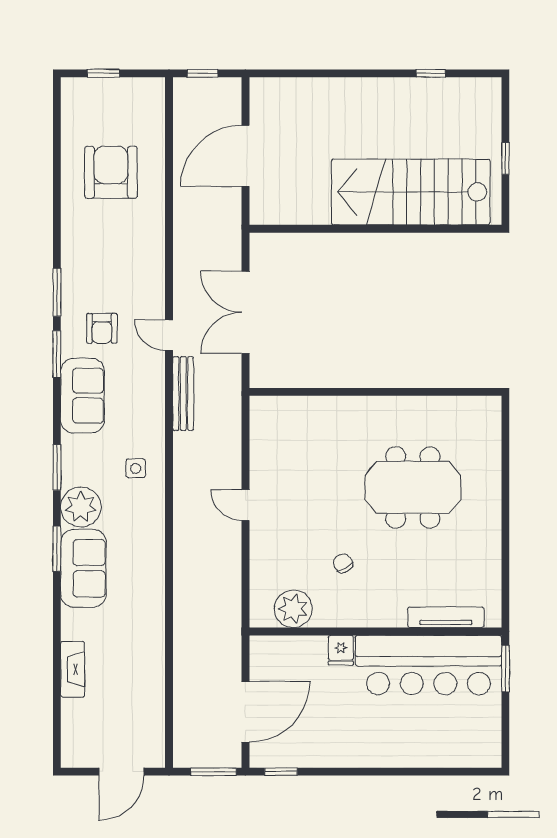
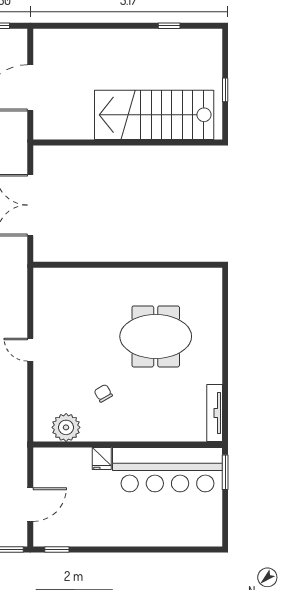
tv unit: (446, 617) -> (215, 413), moved, turned -90
door: (245, 712) -> (30, 505), width x0.73

